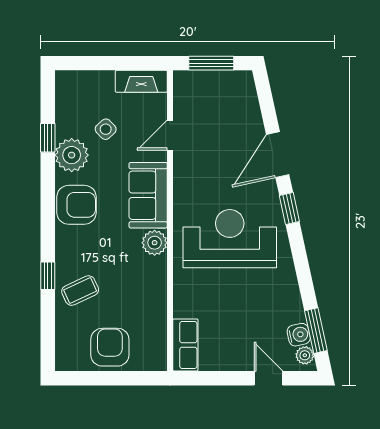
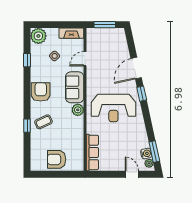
plant: (72, 155) -> (38, 36), moved
armchair: (76, 205) -> (41, 92), turned -90
reception desk: (230, 239) -> (113, 108), turned 180
coffee table: (80, 291) -> (43, 122), moved
row of seats: (185, 345) -> (92, 152), width x1.48
armchair: (110, 347) -> (57, 159), turned -90

